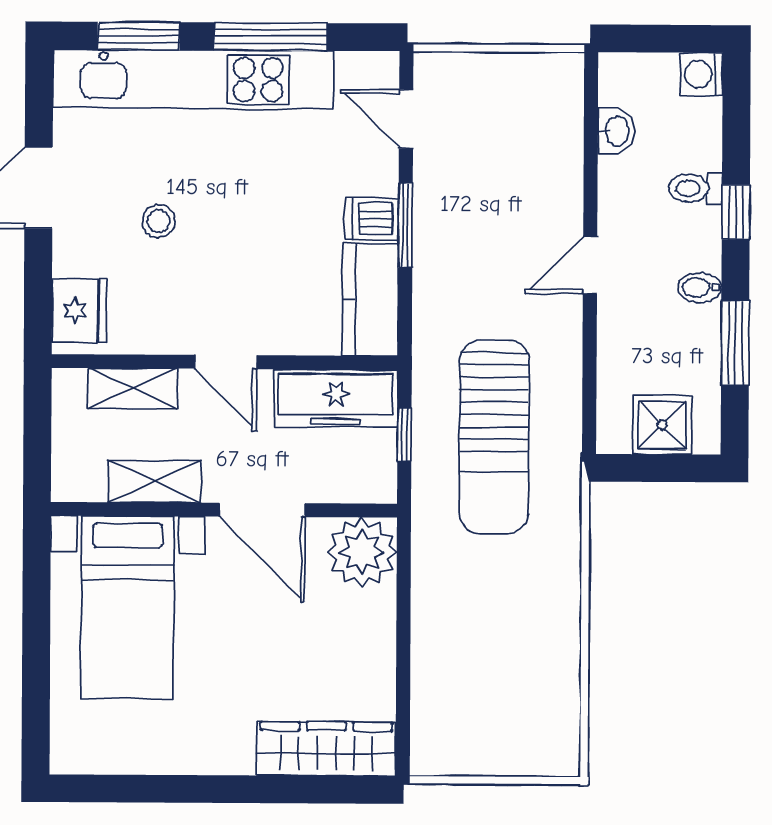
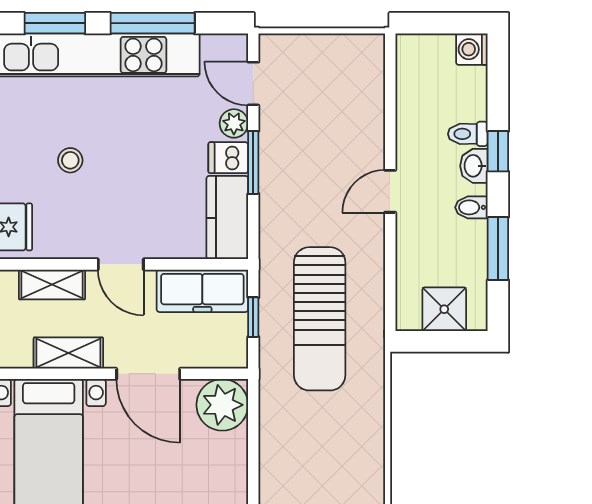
washbasin: (616, 131) -> (474, 166), moved, turned 180
plant: (380, 173) -> (234, 123), added

